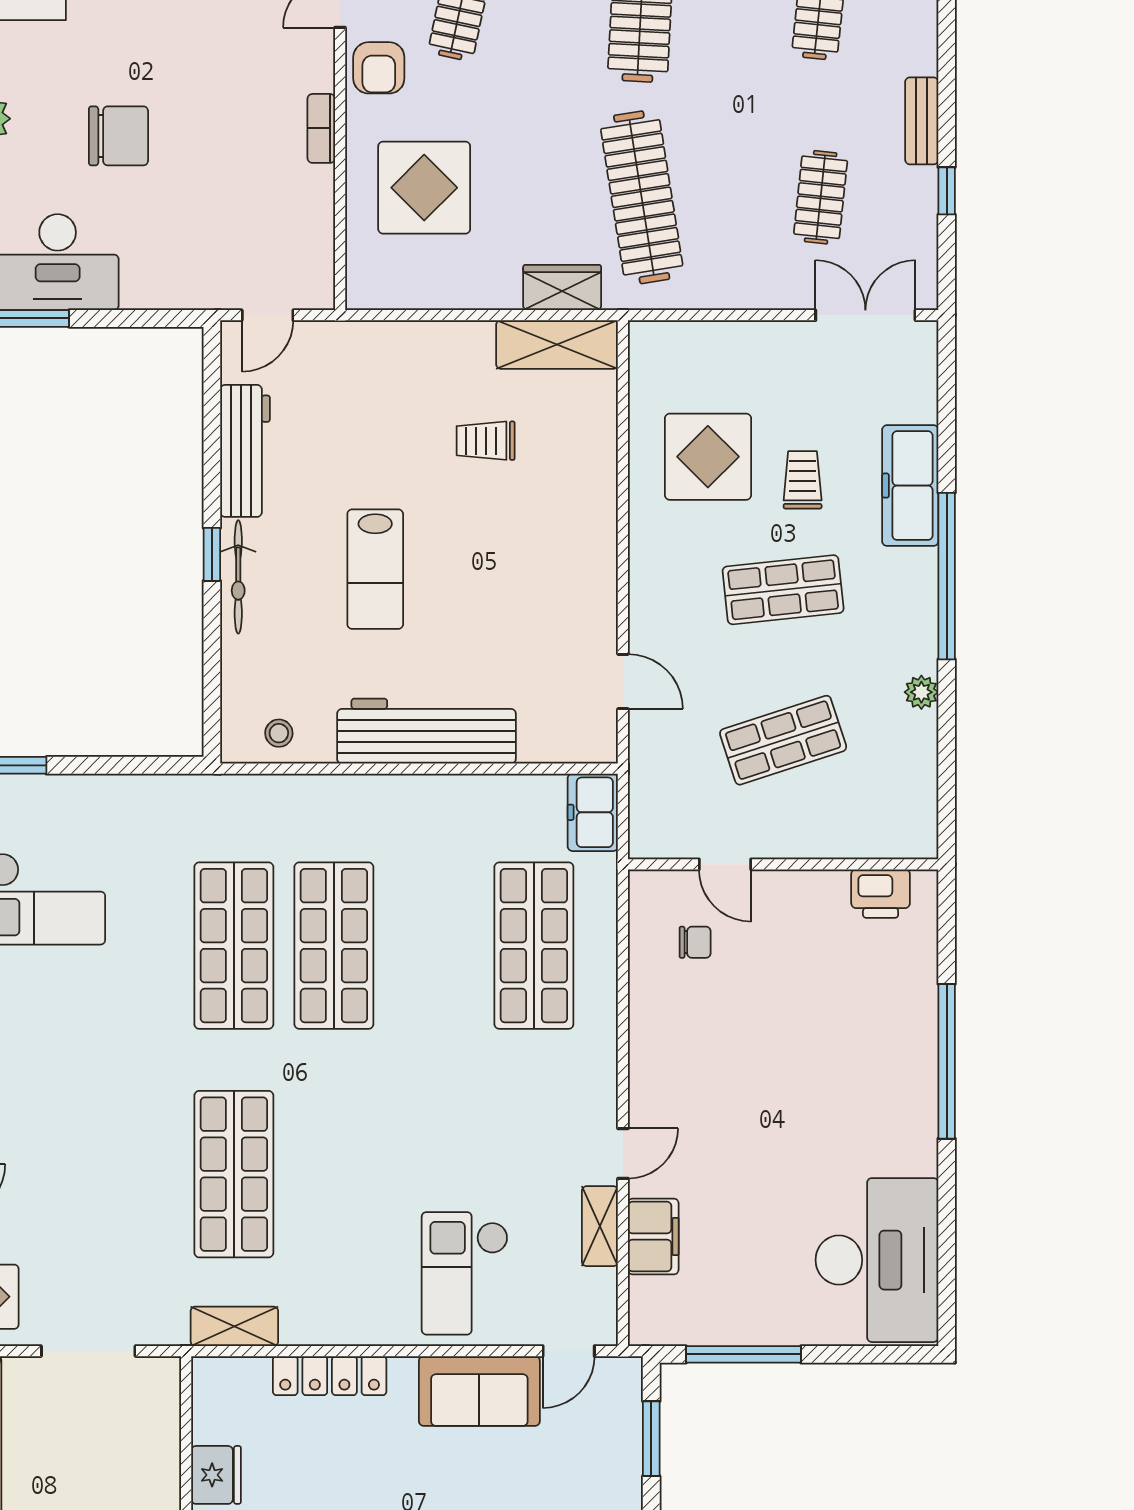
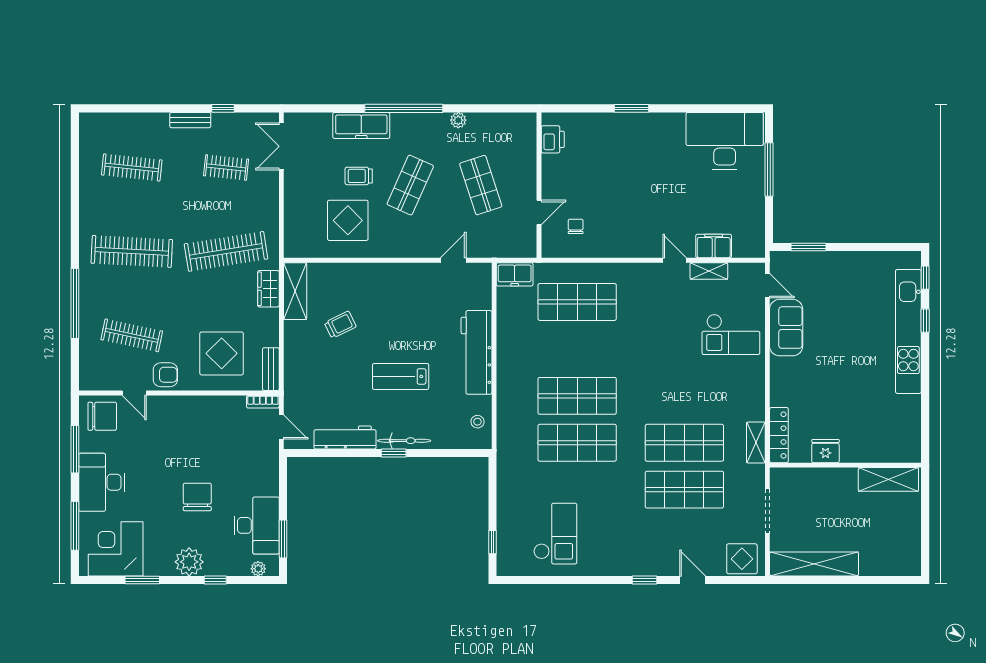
bookcase: (321, 128) -> (263, 402), moved
bench: (391, 293) -> (271, 369), added
trolley: (486, 441) -> (340, 325), turned -116
lab bench: (375, 569) -> (401, 376), turned 180
shop shelf: (783, 590) -> (410, 185), turned 30
window: (947, 1061) -> (631, 108), width x0.47
shop shelf: (134, 1174) -> (684, 490), added
window: (743, 1354) -> (769, 170), moved
locker: (330, 1376) -> (779, 435), moved

